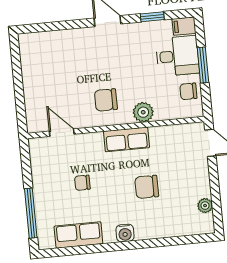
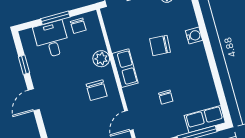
filing cabinet: (184, 26) -> (27, 38), removed
chair: (147, 187) -> (160, 45), turned 94
water cooler: (125, 233) -> (194, 36), moved
row of seats: (78, 235) -> (205, 119), moved, turned 90

